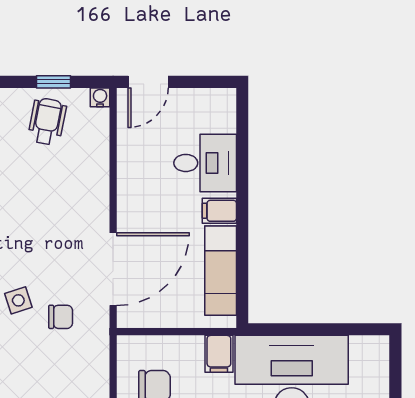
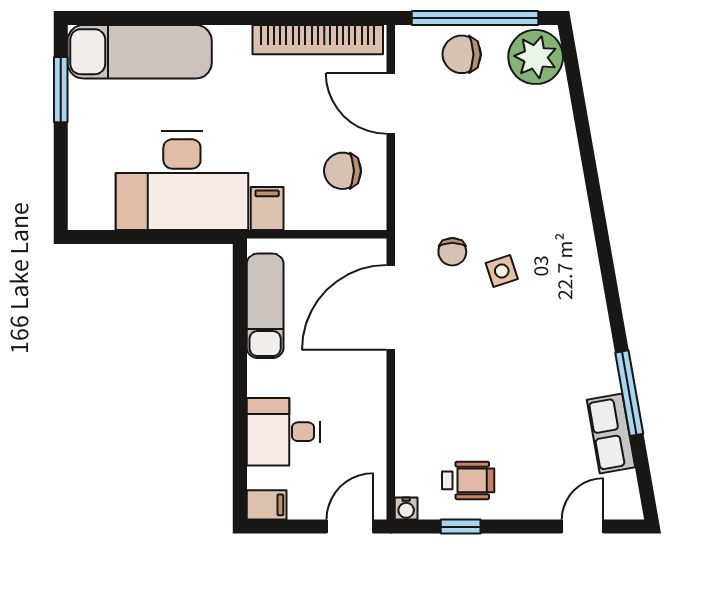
wheelchair: (47, 121) -> (468, 480), turned -101
filing cabinet: (219, 211) -> (267, 505), moved
chair: (61, 317) -> (452, 252), turned -90

